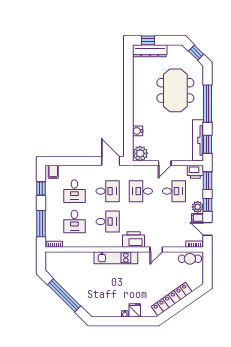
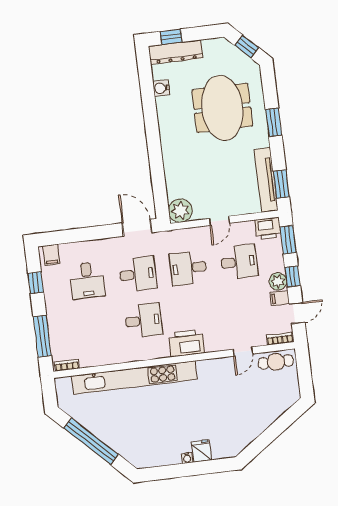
window: (207, 104) -> (274, 122), width x0.47
water cooler: (138, 131) -> (161, 88), moved
desk: (74, 222) -> (93, 327), removed
door: (207, 229) -> (297, 313), swing flipped
door: (156, 250) -> (243, 352), moved
kitchen unit: (116, 258) -> (134, 378), width x1.86
locker: (172, 299) -> (256, 427), removed

